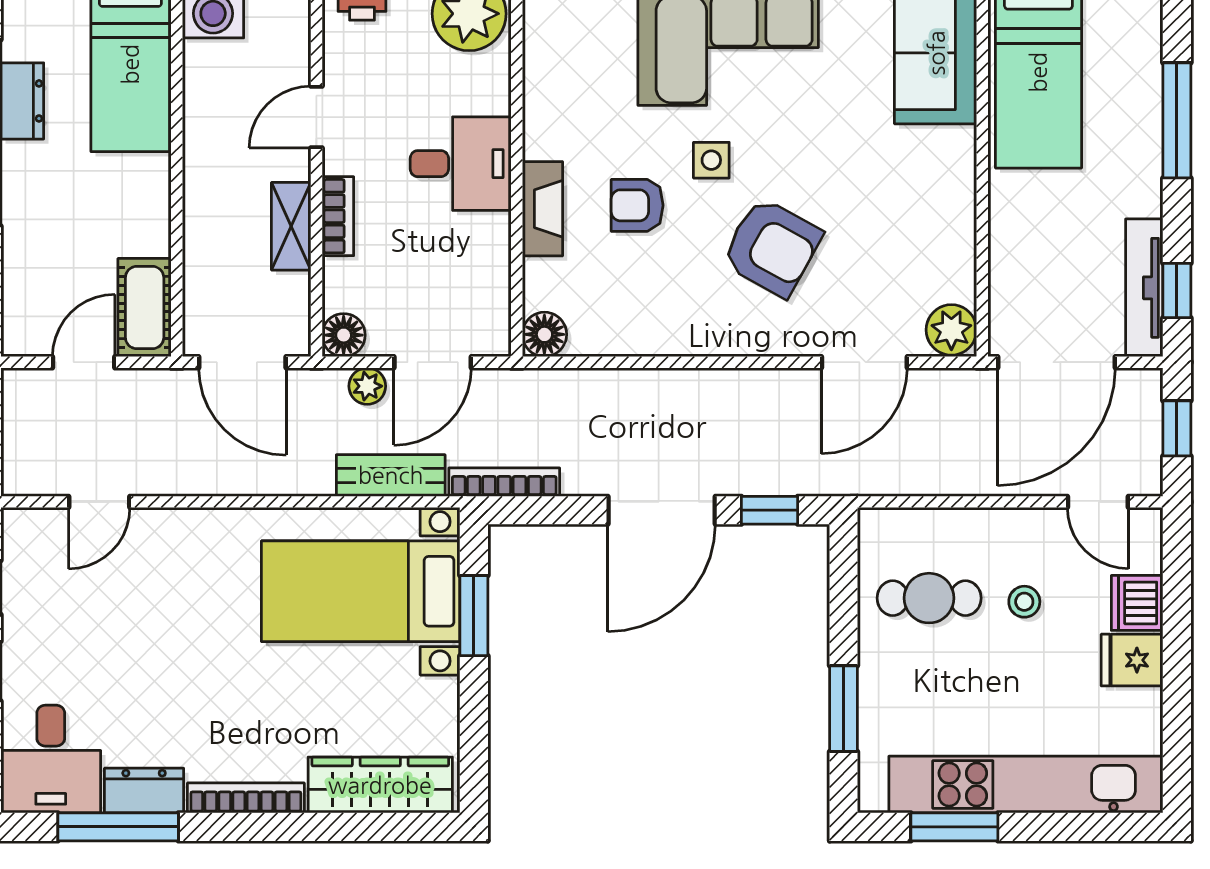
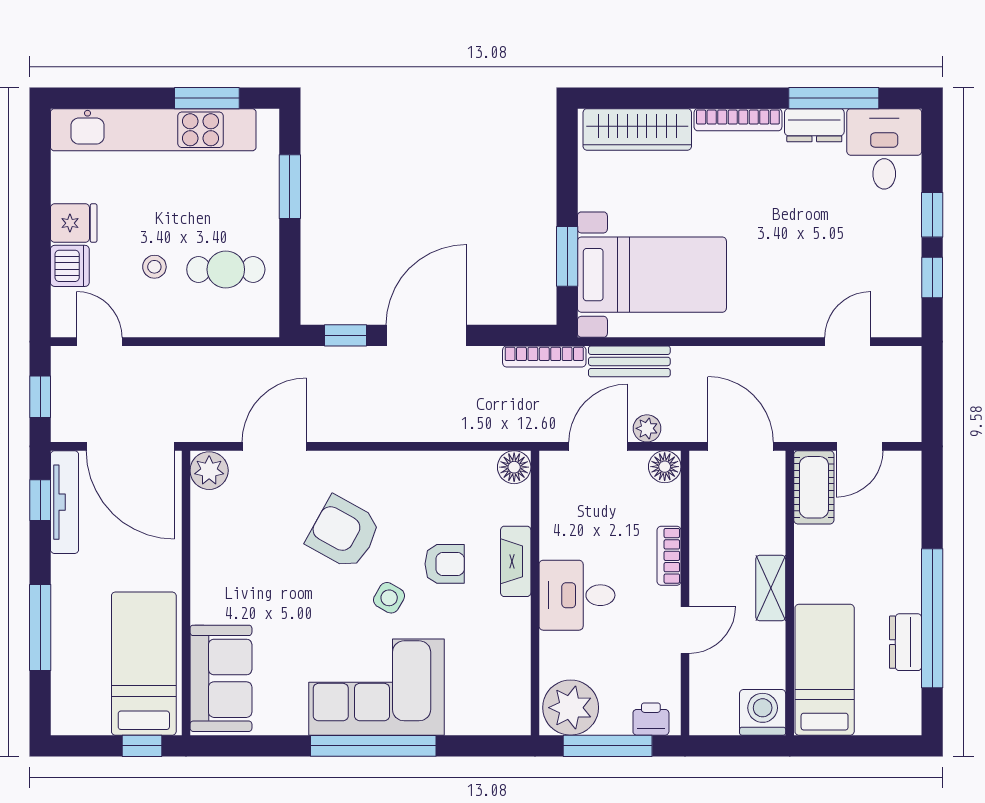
side table: (711, 160) -> (389, 598), turned 30
shelving: (291, 226) -> (771, 588), moved
door: (1056, 362) -> (130, 446), swing flipped

